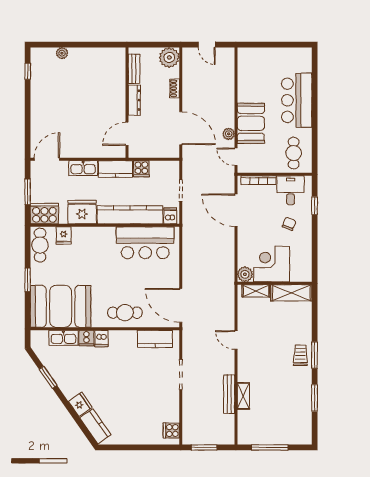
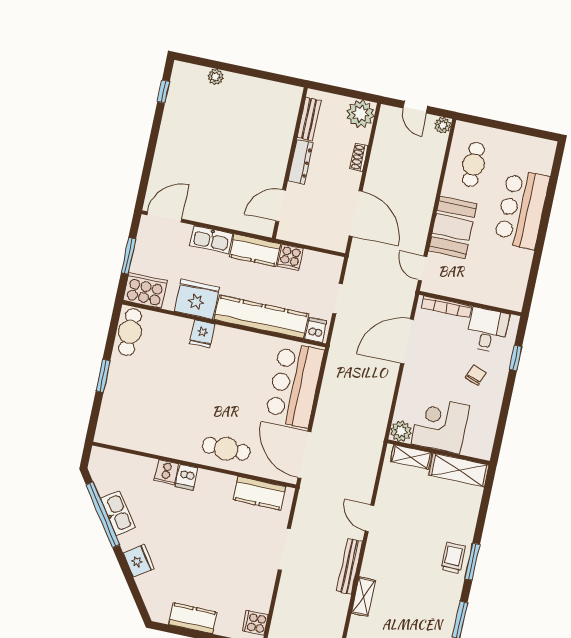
plant: (229, 134) -> (443, 125), moved
cafe table: (294, 153) -> (473, 164), moved
door: (236, 210) -> (407, 341), hinge flipped
fridge: (64, 236) -> (202, 334), moved
bar counter: (145, 243) -> (295, 385), moved, turned 90
booth: (61, 306) -> (140, 421), removed
kitchen sink: (63, 338) -> (118, 513), moved, turned -125
window: (48, 377) -> (103, 515), width x2.11
bench: (229, 394) -> (350, 566), moved
kitchen counter: (95, 426) -> (193, 618), moved, turned -55

